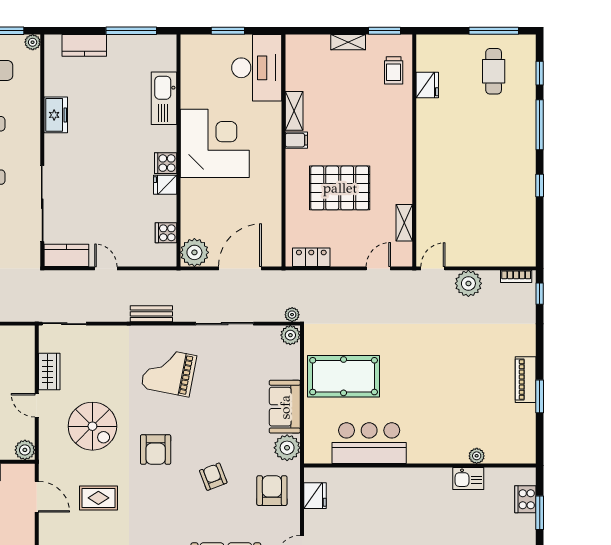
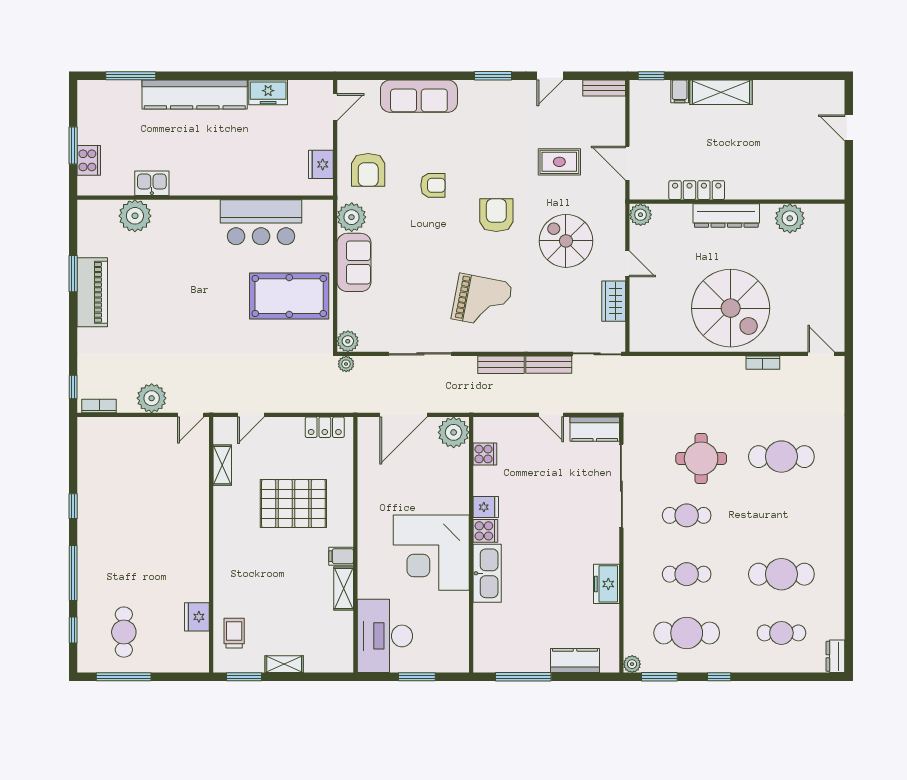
kitchen sink: (164, 98) -> (487, 573), moved
bench: (108, 314) -> (549, 365), added
piano: (526, 380) -> (92, 292), width x1.37, depth x1.33
plant: (477, 456) -> (135, 216), width x1.87, depth x1.87
armchair: (213, 477) -> (433, 185), turned -69

